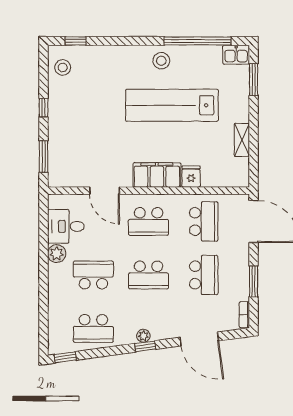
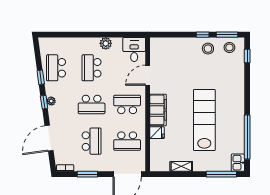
stool: (161, 61) -> (208, 49), moved
window: (254, 80) -> (221, 174), width x1.44
window: (44, 157) -> (227, 35), moved
school desk: (149, 221) -> (127, 104), turned 90
desk: (66, 226) -> (134, 50), moved
school desk: (93, 275) -> (92, 68), turned 180
school desk: (149, 275) -> (92, 104), turned -90
school desk: (204, 275) -> (92, 141), turned -90
window: (65, 357) -> (41, 77), moved

